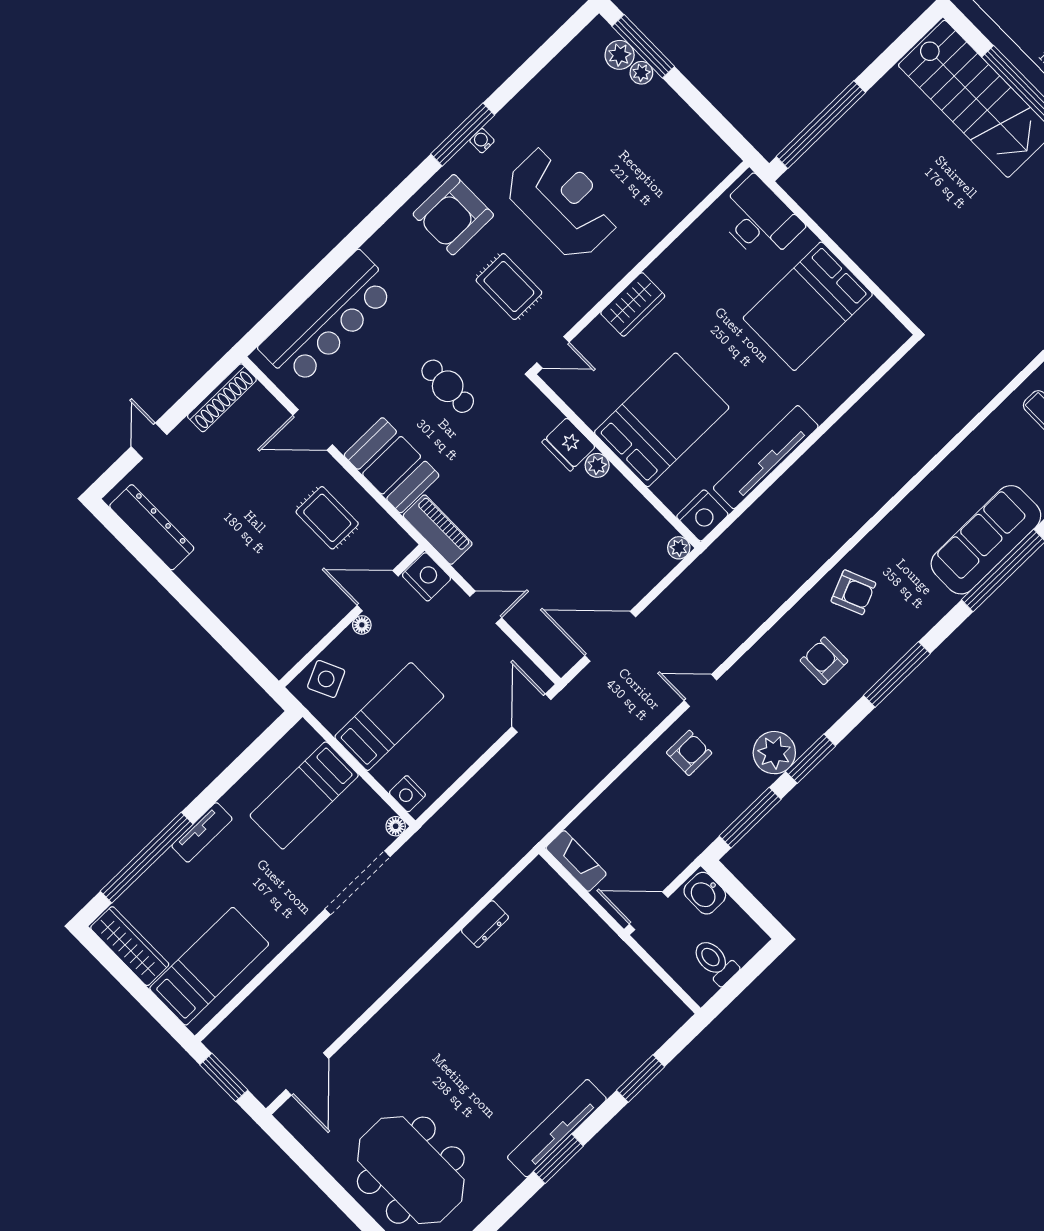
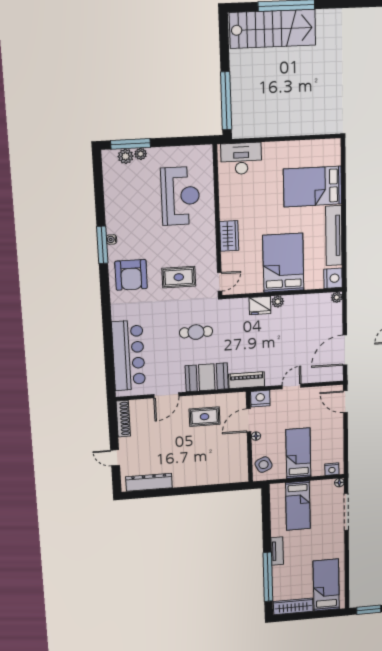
reception desk: (562, 202) -> (180, 196), moved, turned 90
bed: (808, 306) -> (313, 187), moved, turned 90

